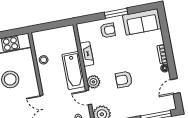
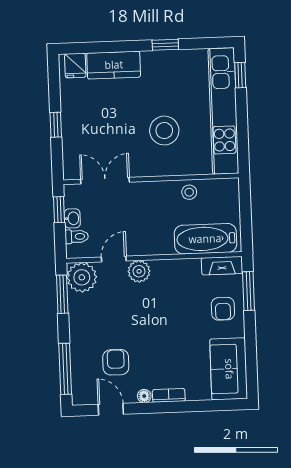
window: (116, 13) -> (248, 291), moved
fireplace: (87, 54) -> (222, 266), moved
bathtub: (74, 71) -> (205, 239), moved
armchair: (124, 80) -> (116, 362), moved

